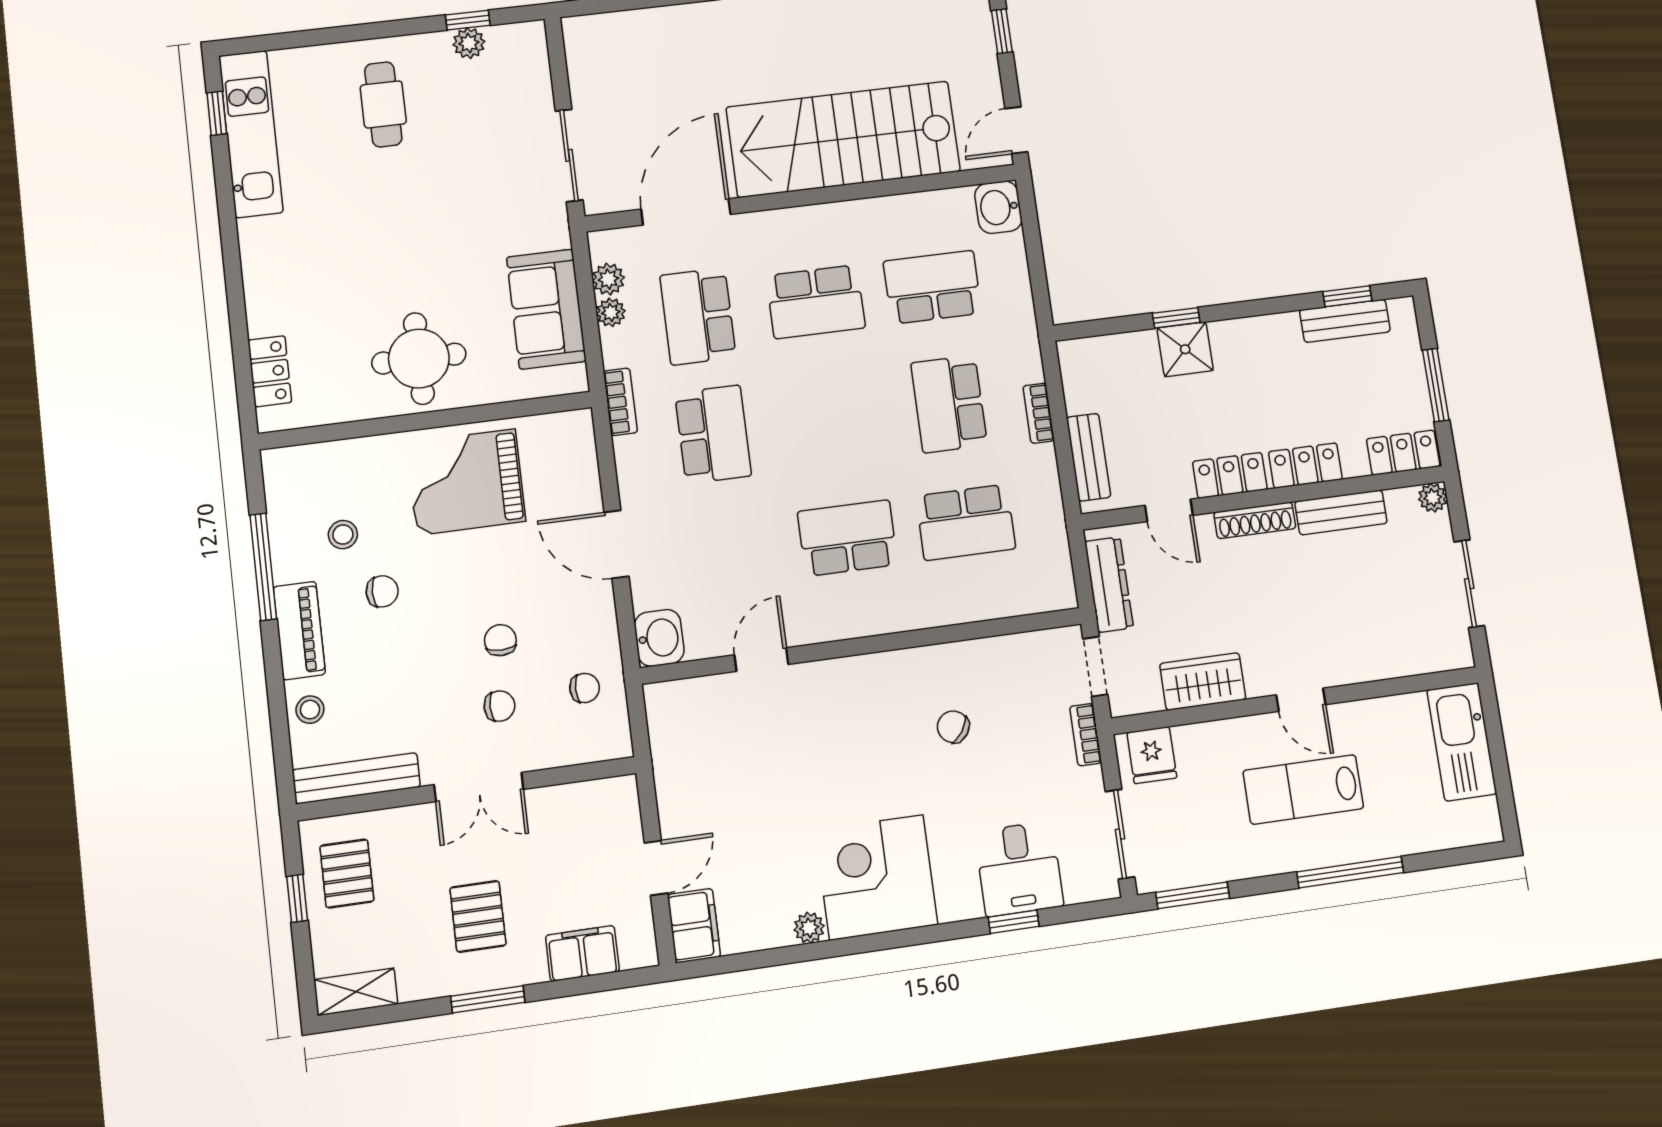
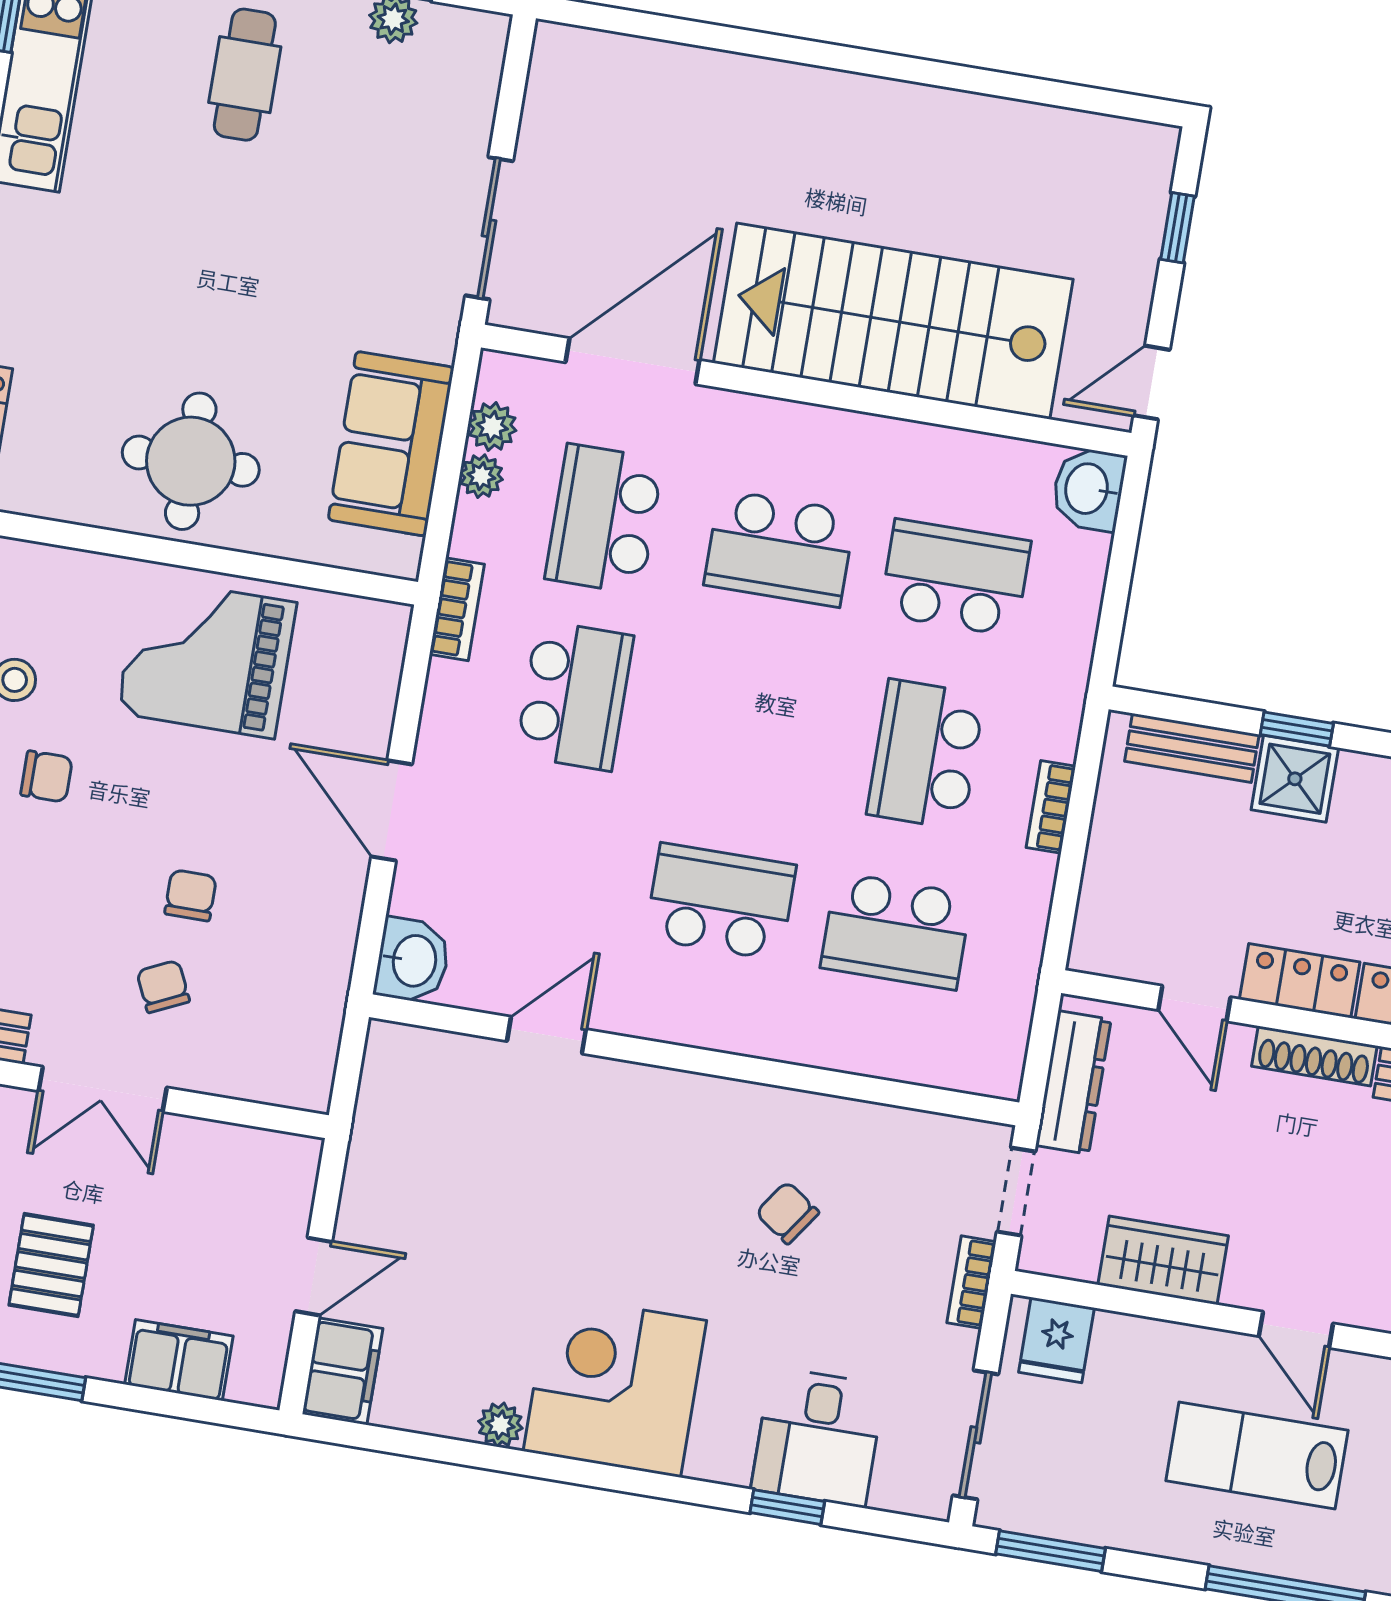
bench: (1089, 457) -> (1192, 748), moved, turned 90
chair: (585, 688) -> (288, 998), removed
chair: (499, 706) -> (163, 986), turned -115

